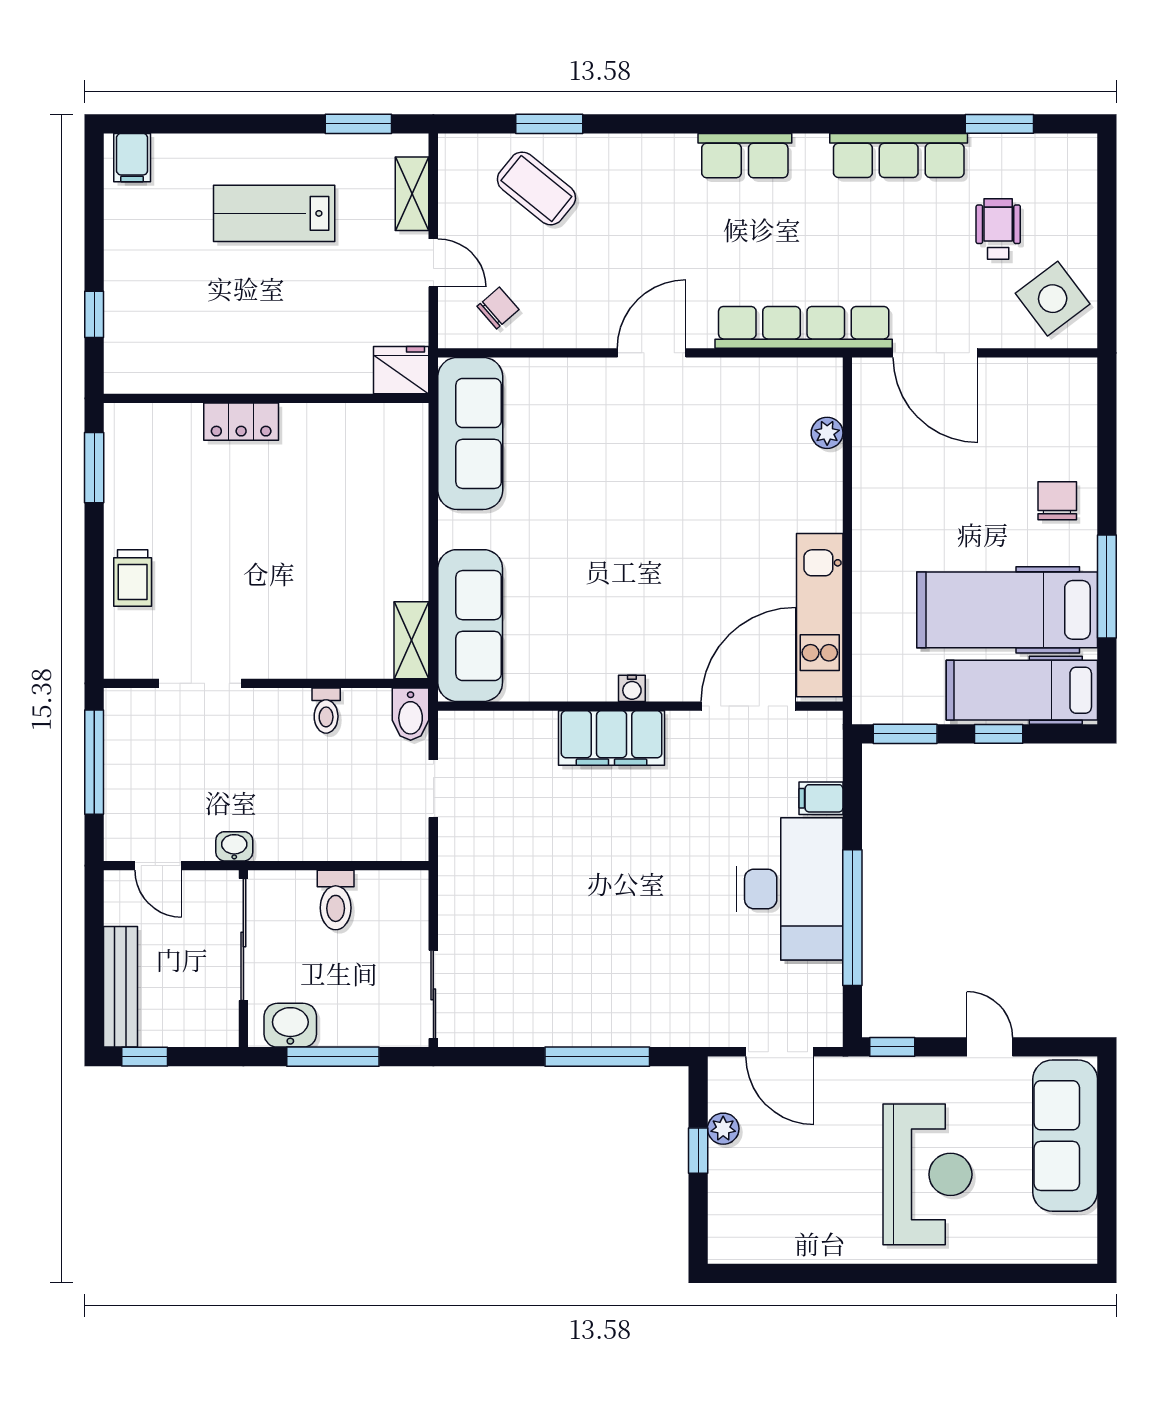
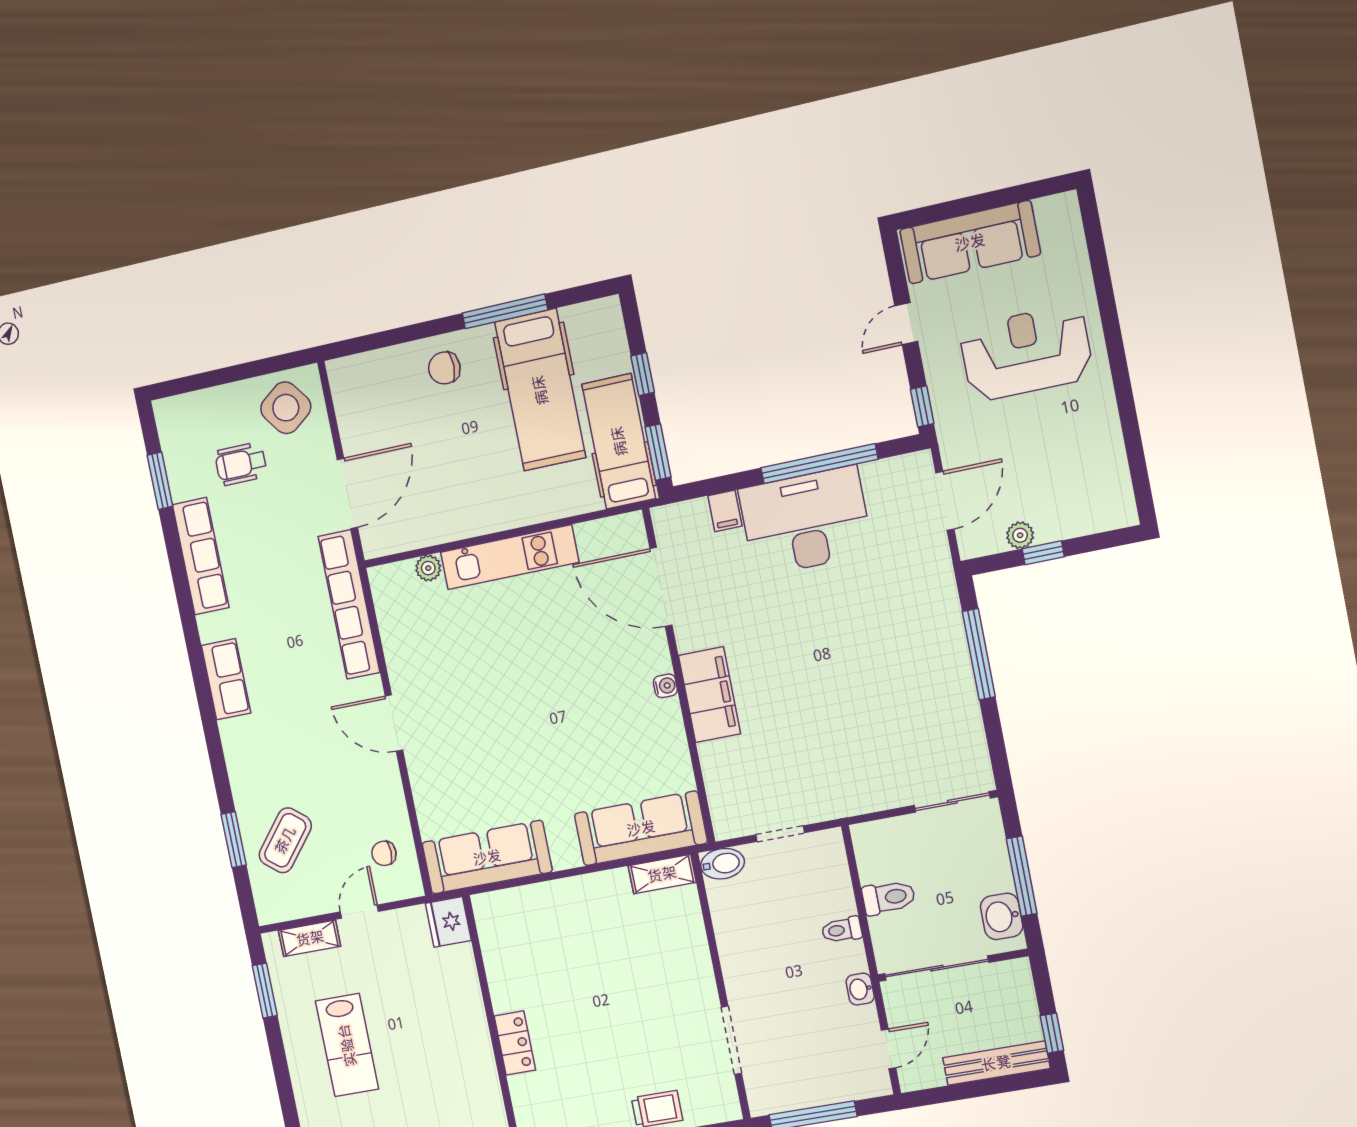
chair: (498, 308) -> (384, 853), turned -49
kitchen unit: (820, 615) -> (509, 557), moved
hospital bed: (1022, 690) -> (619, 441), moved, turned 180
toilet: (326, 711) -> (842, 930), moved, turned 180

